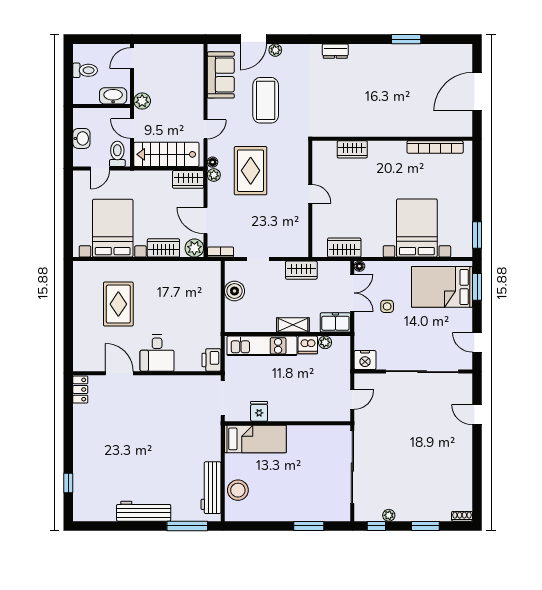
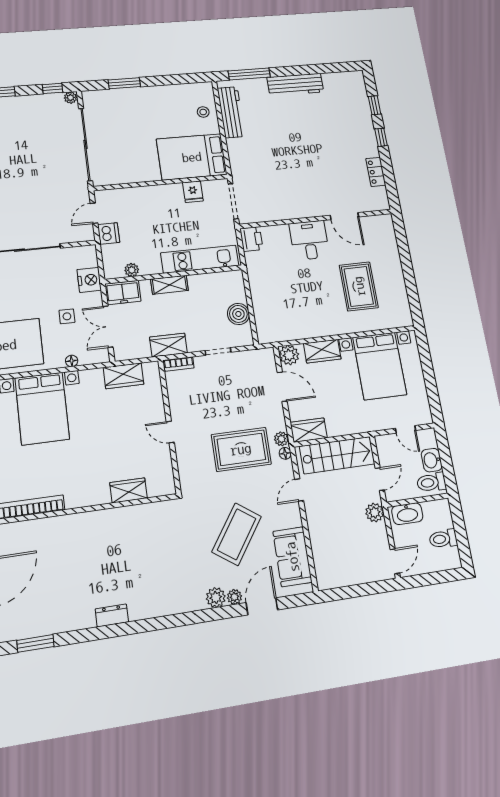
window: (406, 39) -> (35, 643), moved
dresser: (335, 51) -> (112, 615), moved
plant: (291, 52) -> (216, 597), added
coffee table: (266, 100) -> (237, 534), turned 35
door: (132, 129) -> (380, 479), hinge flipped
toilet: (117, 154) -> (431, 482), moved, turned 90
door: (100, 169) -> (406, 429), swing flipped
rug: (251, 171) -> (241, 449), turned 90
bookcase: (220, 252) -> (179, 364), moved
floor lamp: (359, 266) -> (72, 361), moved
dishwasher: (308, 345) -> (109, 233), moved, turned 90
nightstand: (365, 360) -> (89, 280), moved, turned 90
locker: (80, 390) -> (376, 172), moved
bed: (255, 439) -> (192, 157), width x1.50
window: (68, 449) -> (381, 137), added
stool: (238, 490) -> (203, 112), width x0.53, depth x0.53
plant: (389, 515) -> (70, 98), moved

